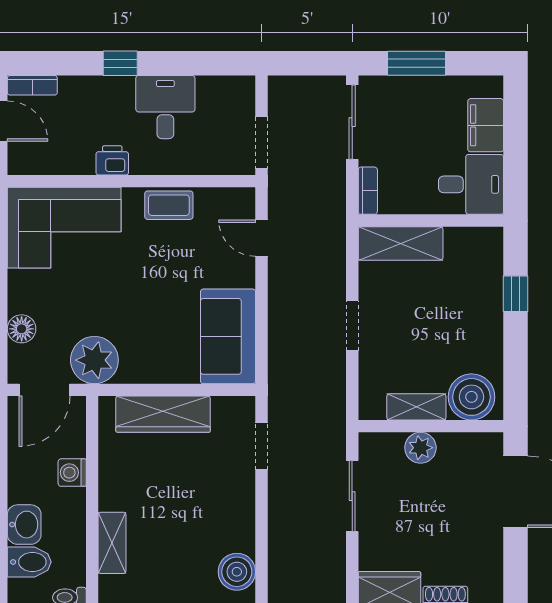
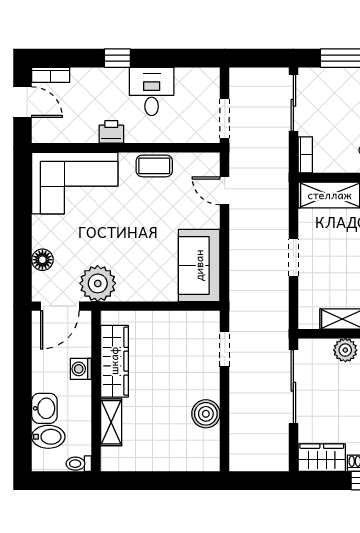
wardrobe: (163, 414) -> (114, 361), moved, turned -90
sliding door: (352, 496) -> (293, 387), width x1.37
boiler: (237, 572) -> (206, 414), moved

